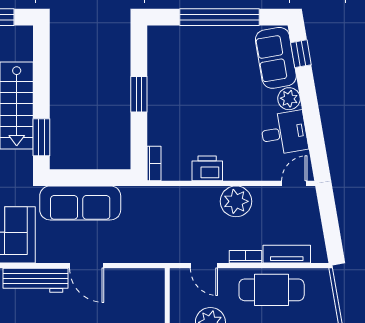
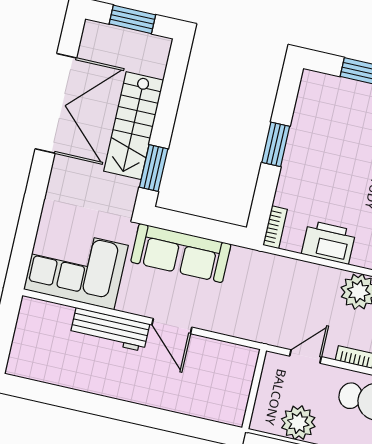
printer: (207, 168) -> (329, 242), width x1.37, depth x1.19
door: (204, 266) -> (305, 356), swing flipped

